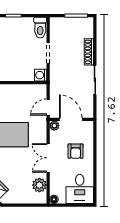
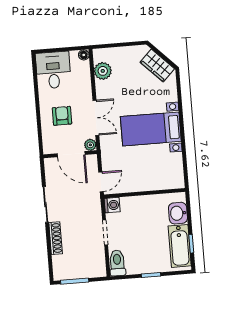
door: (48, 107) -> (101, 182), moved
double door: (48, 158) -> (96, 118), moved

